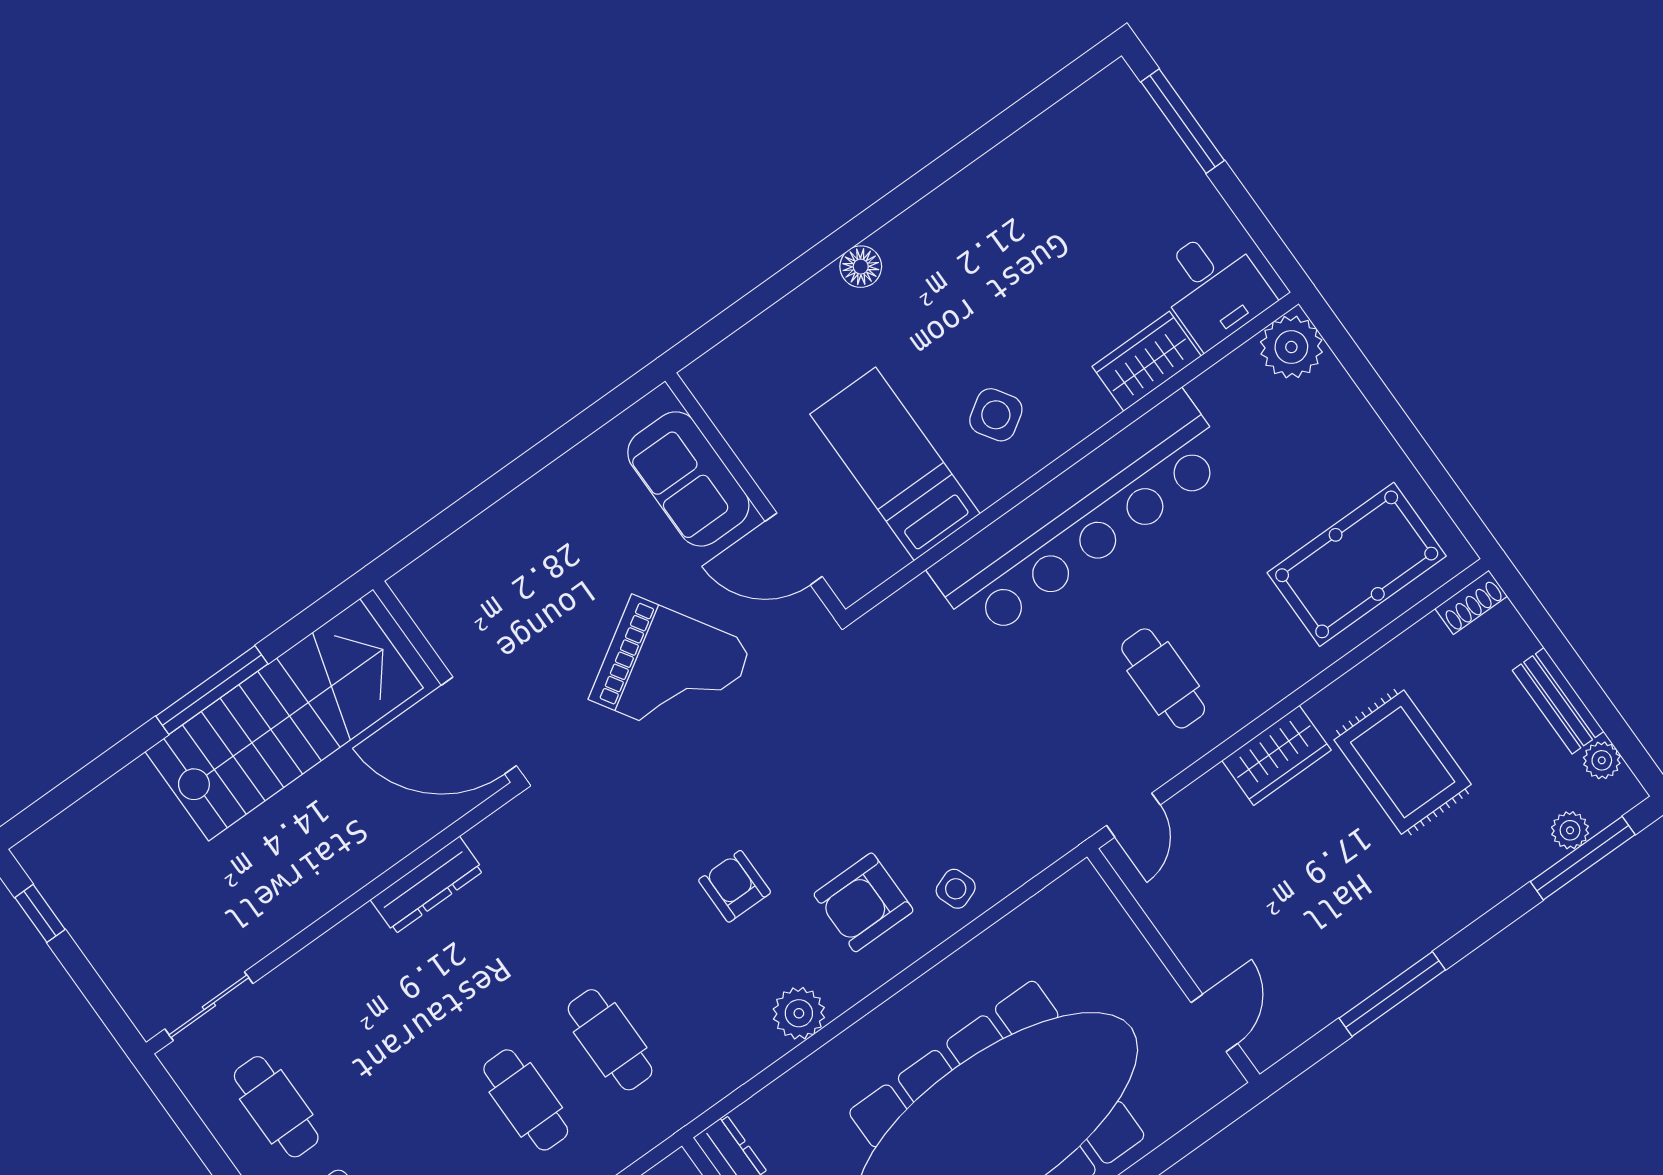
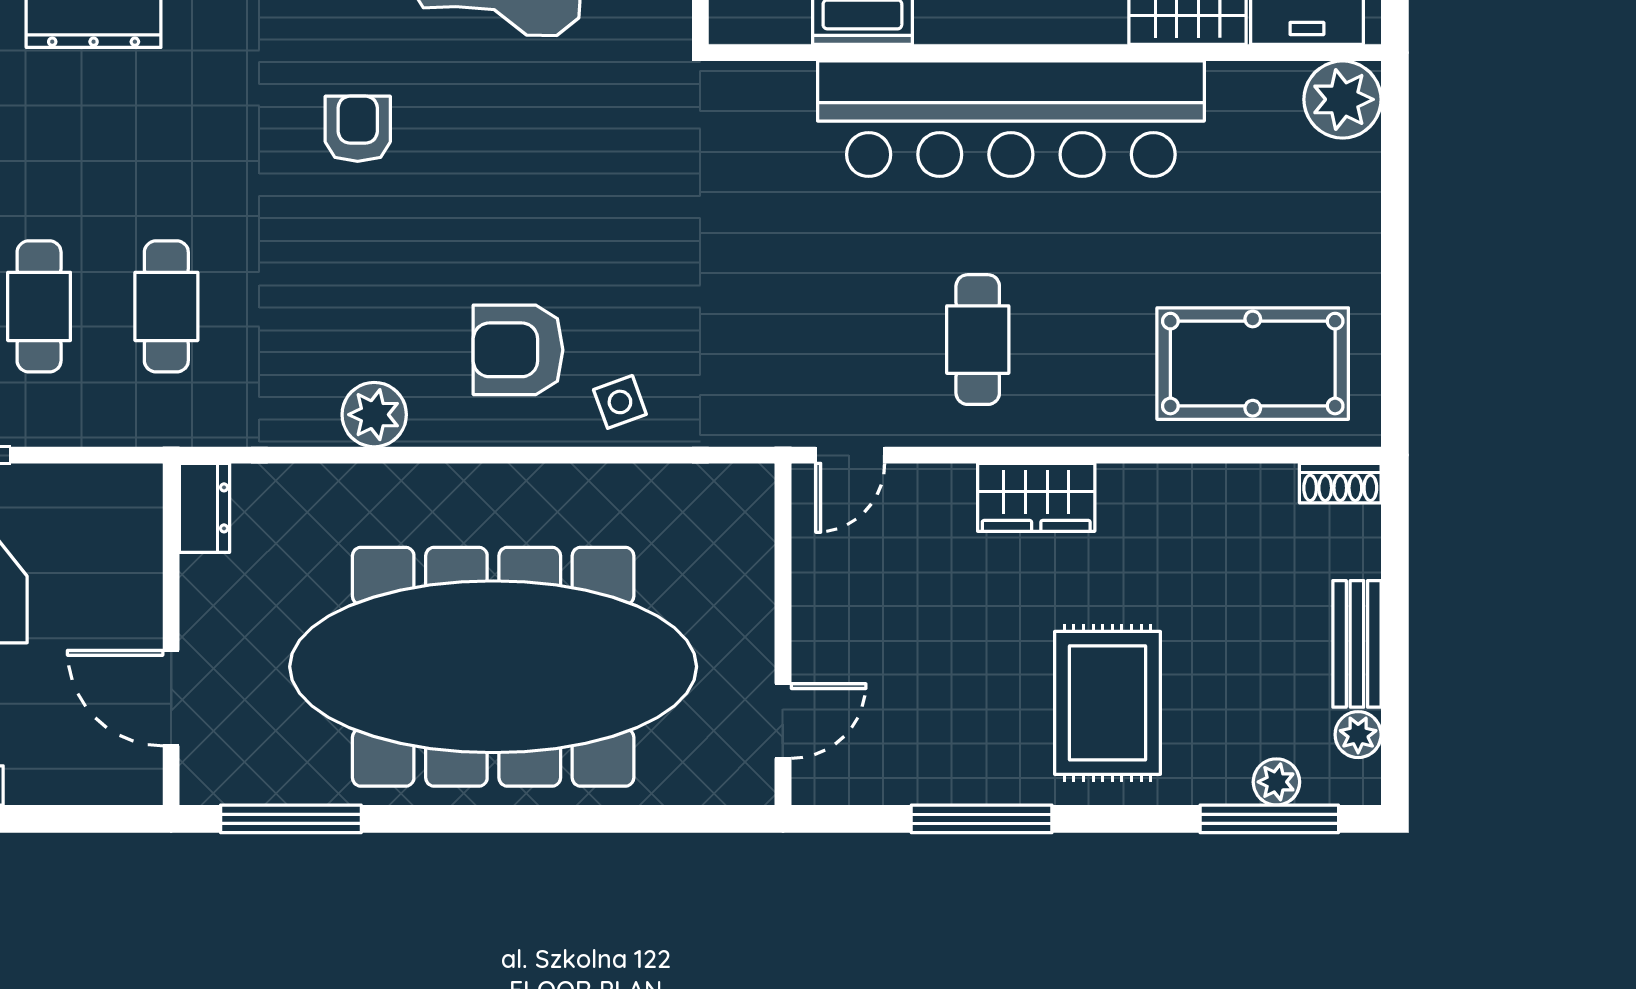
rug: (1403, 762) -> (1108, 703), moved
armchair: (735, 886) -> (358, 129), moved

